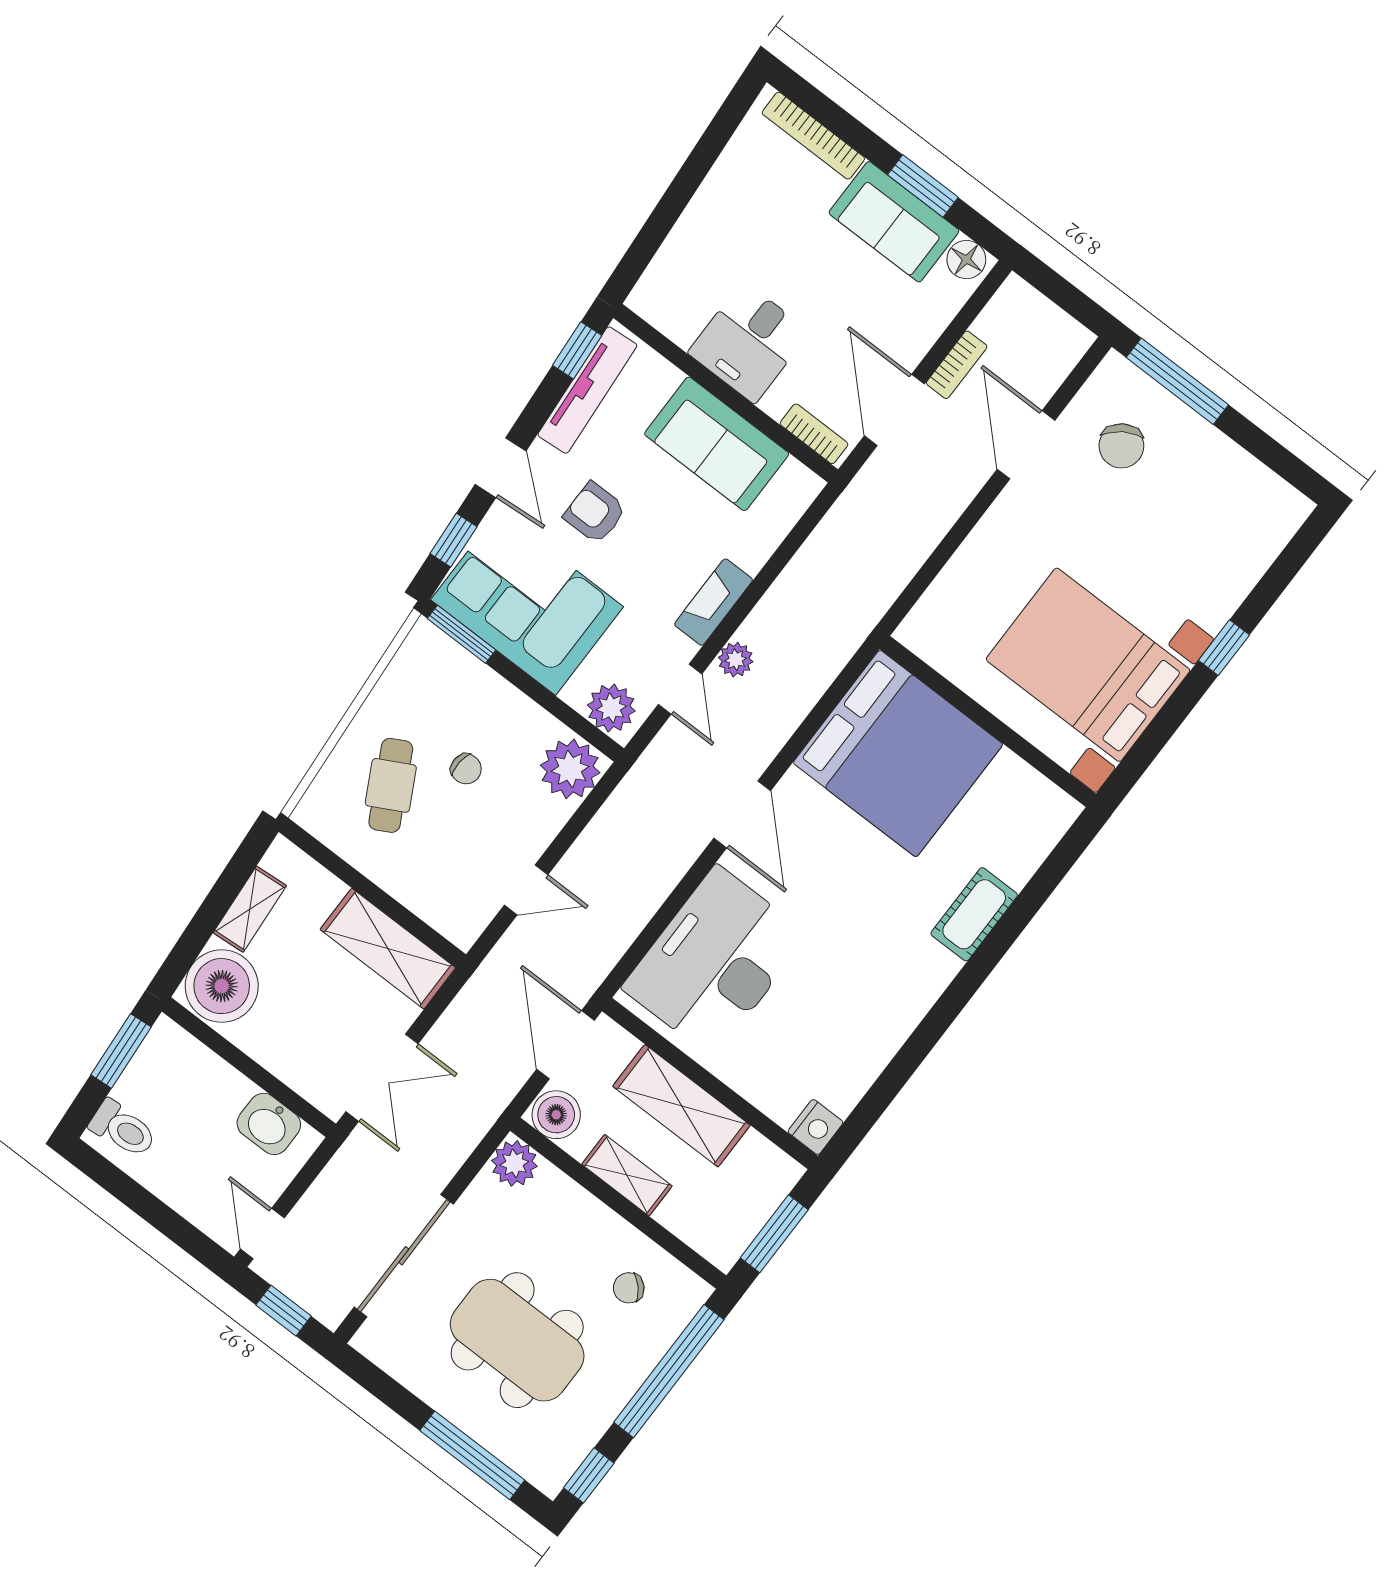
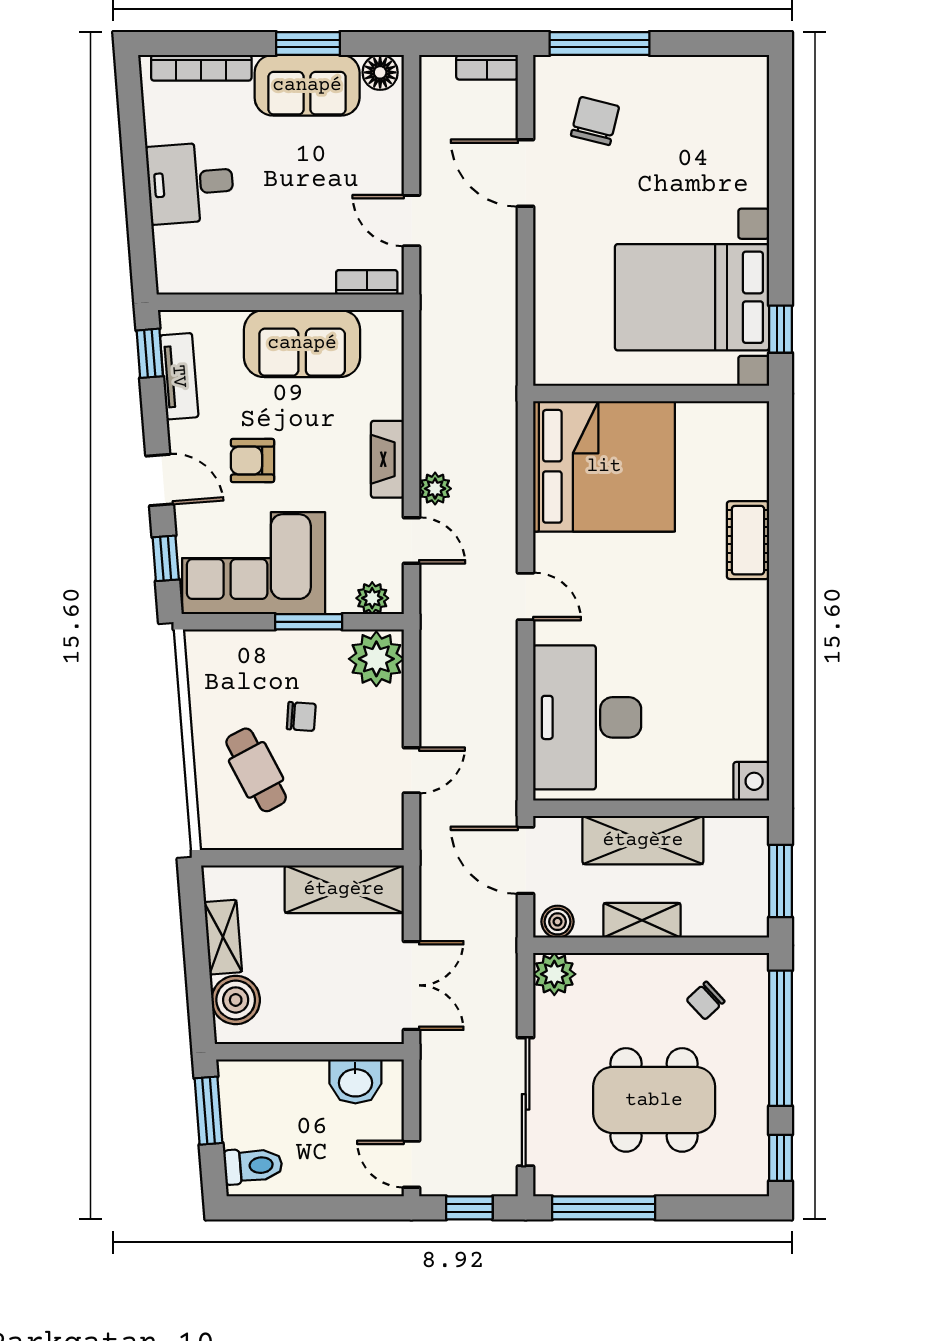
desk: (749, 342) -> (190, 183), moved, turned 86
bookcase: (957, 365) -> (487, 67), moved, turned 90
tv unit: (587, 390) -> (179, 376), width x0.71
door: (894, 410) -> (411, 221), width x0.73
chair: (1121, 446) -> (595, 121), turned -132
window: (462, 634) -> (309, 622), moved
window: (1224, 648) -> (781, 329), moved
plant: (611, 708) -> (372, 598), width x0.73, depth x0.73
door: (742, 814) -> (526, 596), width x0.73
boiler: (222, 986) -> (236, 1000), width x0.73, depth x0.73
boiler: (556, 1115) -> (558, 922), width x0.73, depth x0.73
window: (472, 1455) -> (604, 1208), moved

